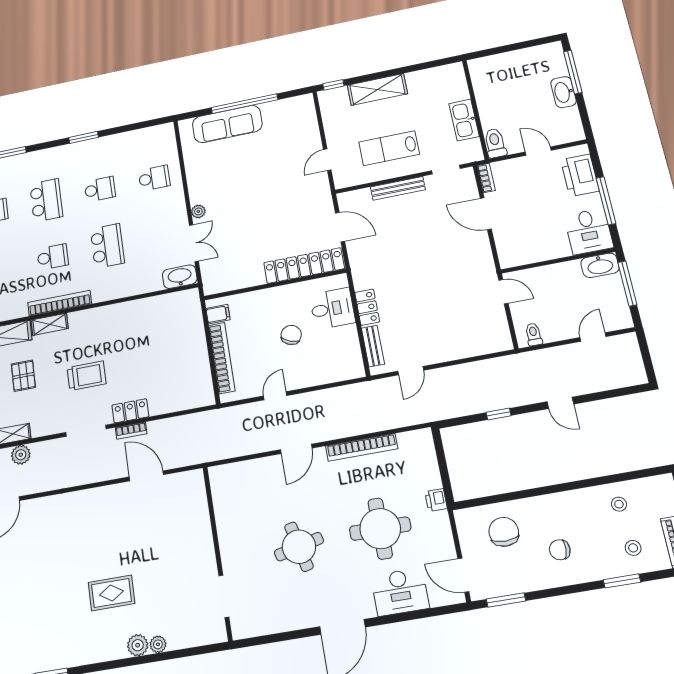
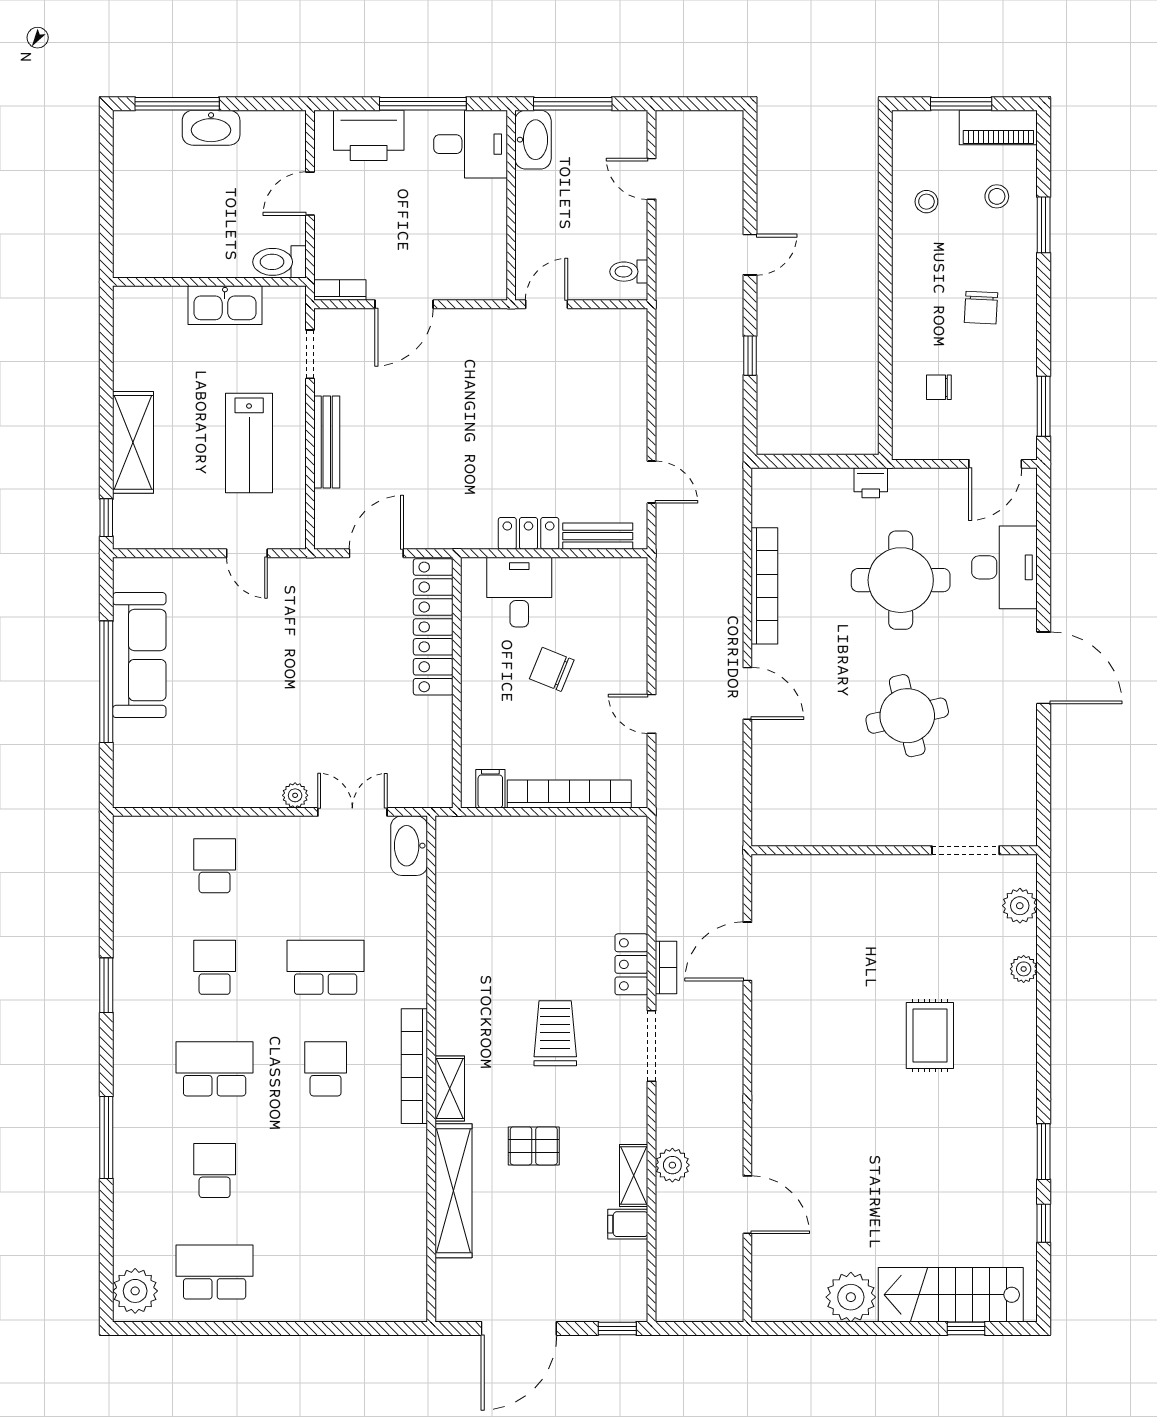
sofa: (227, 124) -> (139, 655), moved
chair: (504, 532) -> (939, 387), width x0.54, depth x0.54
plant: (138, 645) -> (1020, 906), moved

